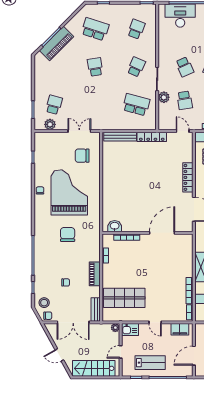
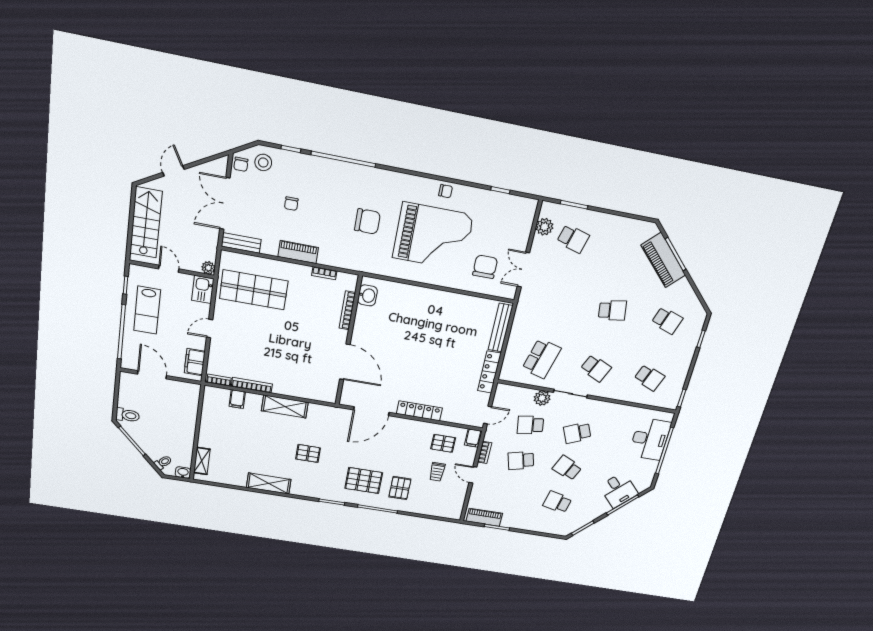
school desk: (95, 29) -> (667, 320), width x0.54
double door: (79, 131) -> (523, 270), swing flipped
shop shelf: (124, 298) -> (254, 290), turned 90

